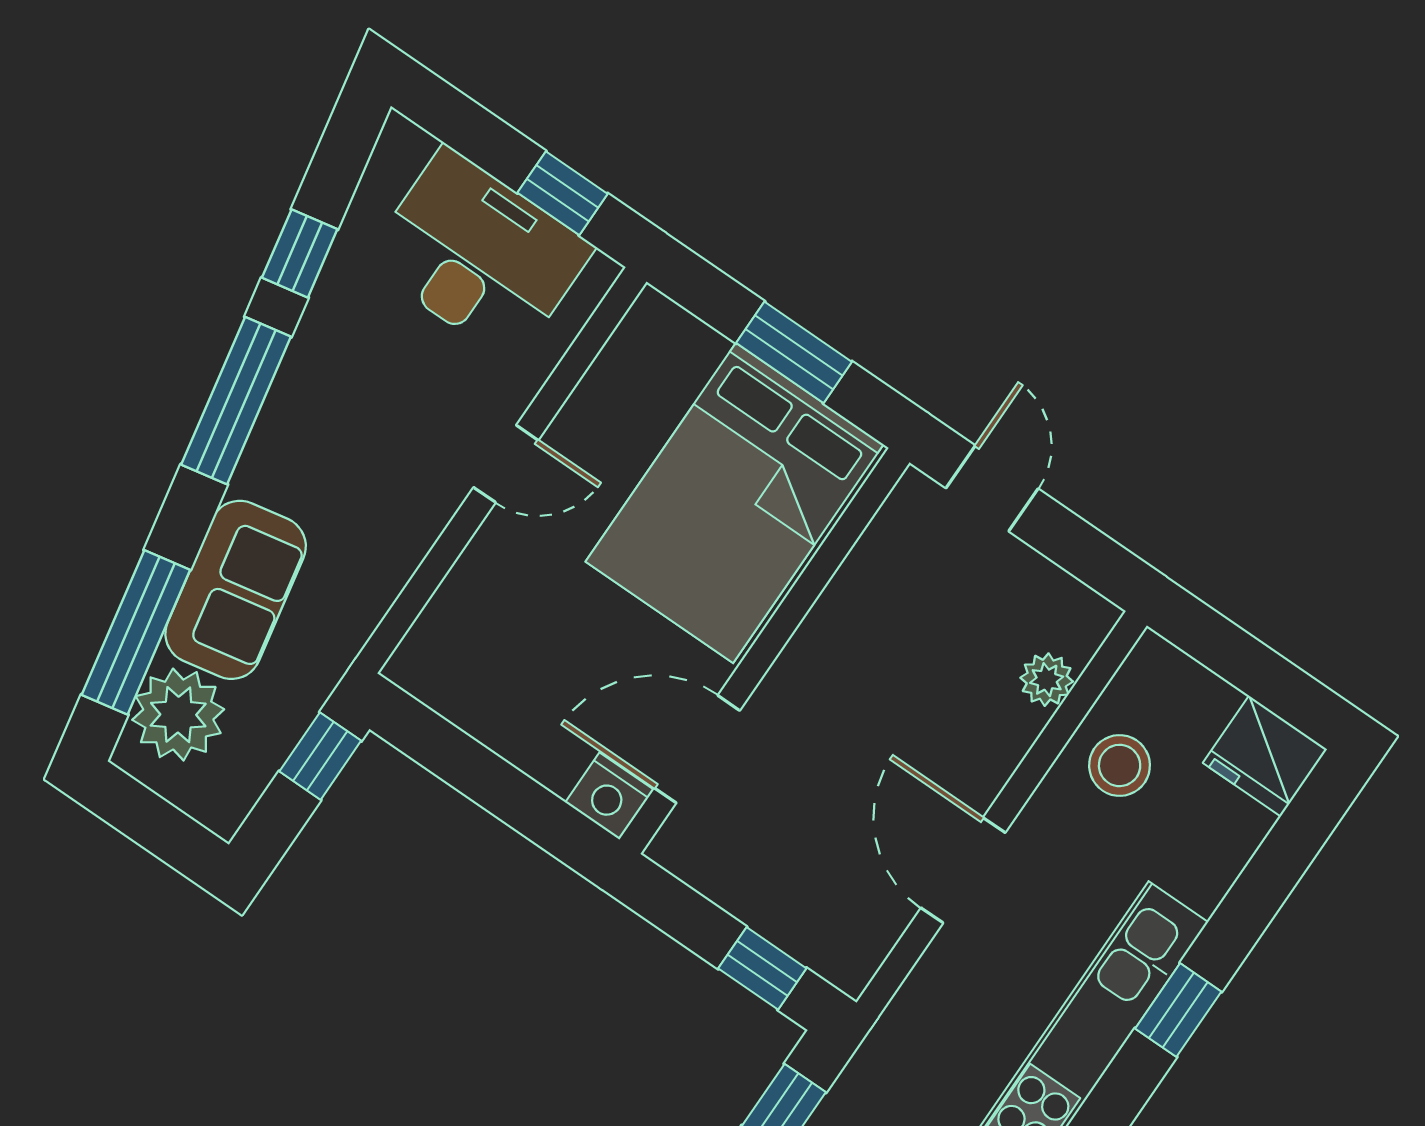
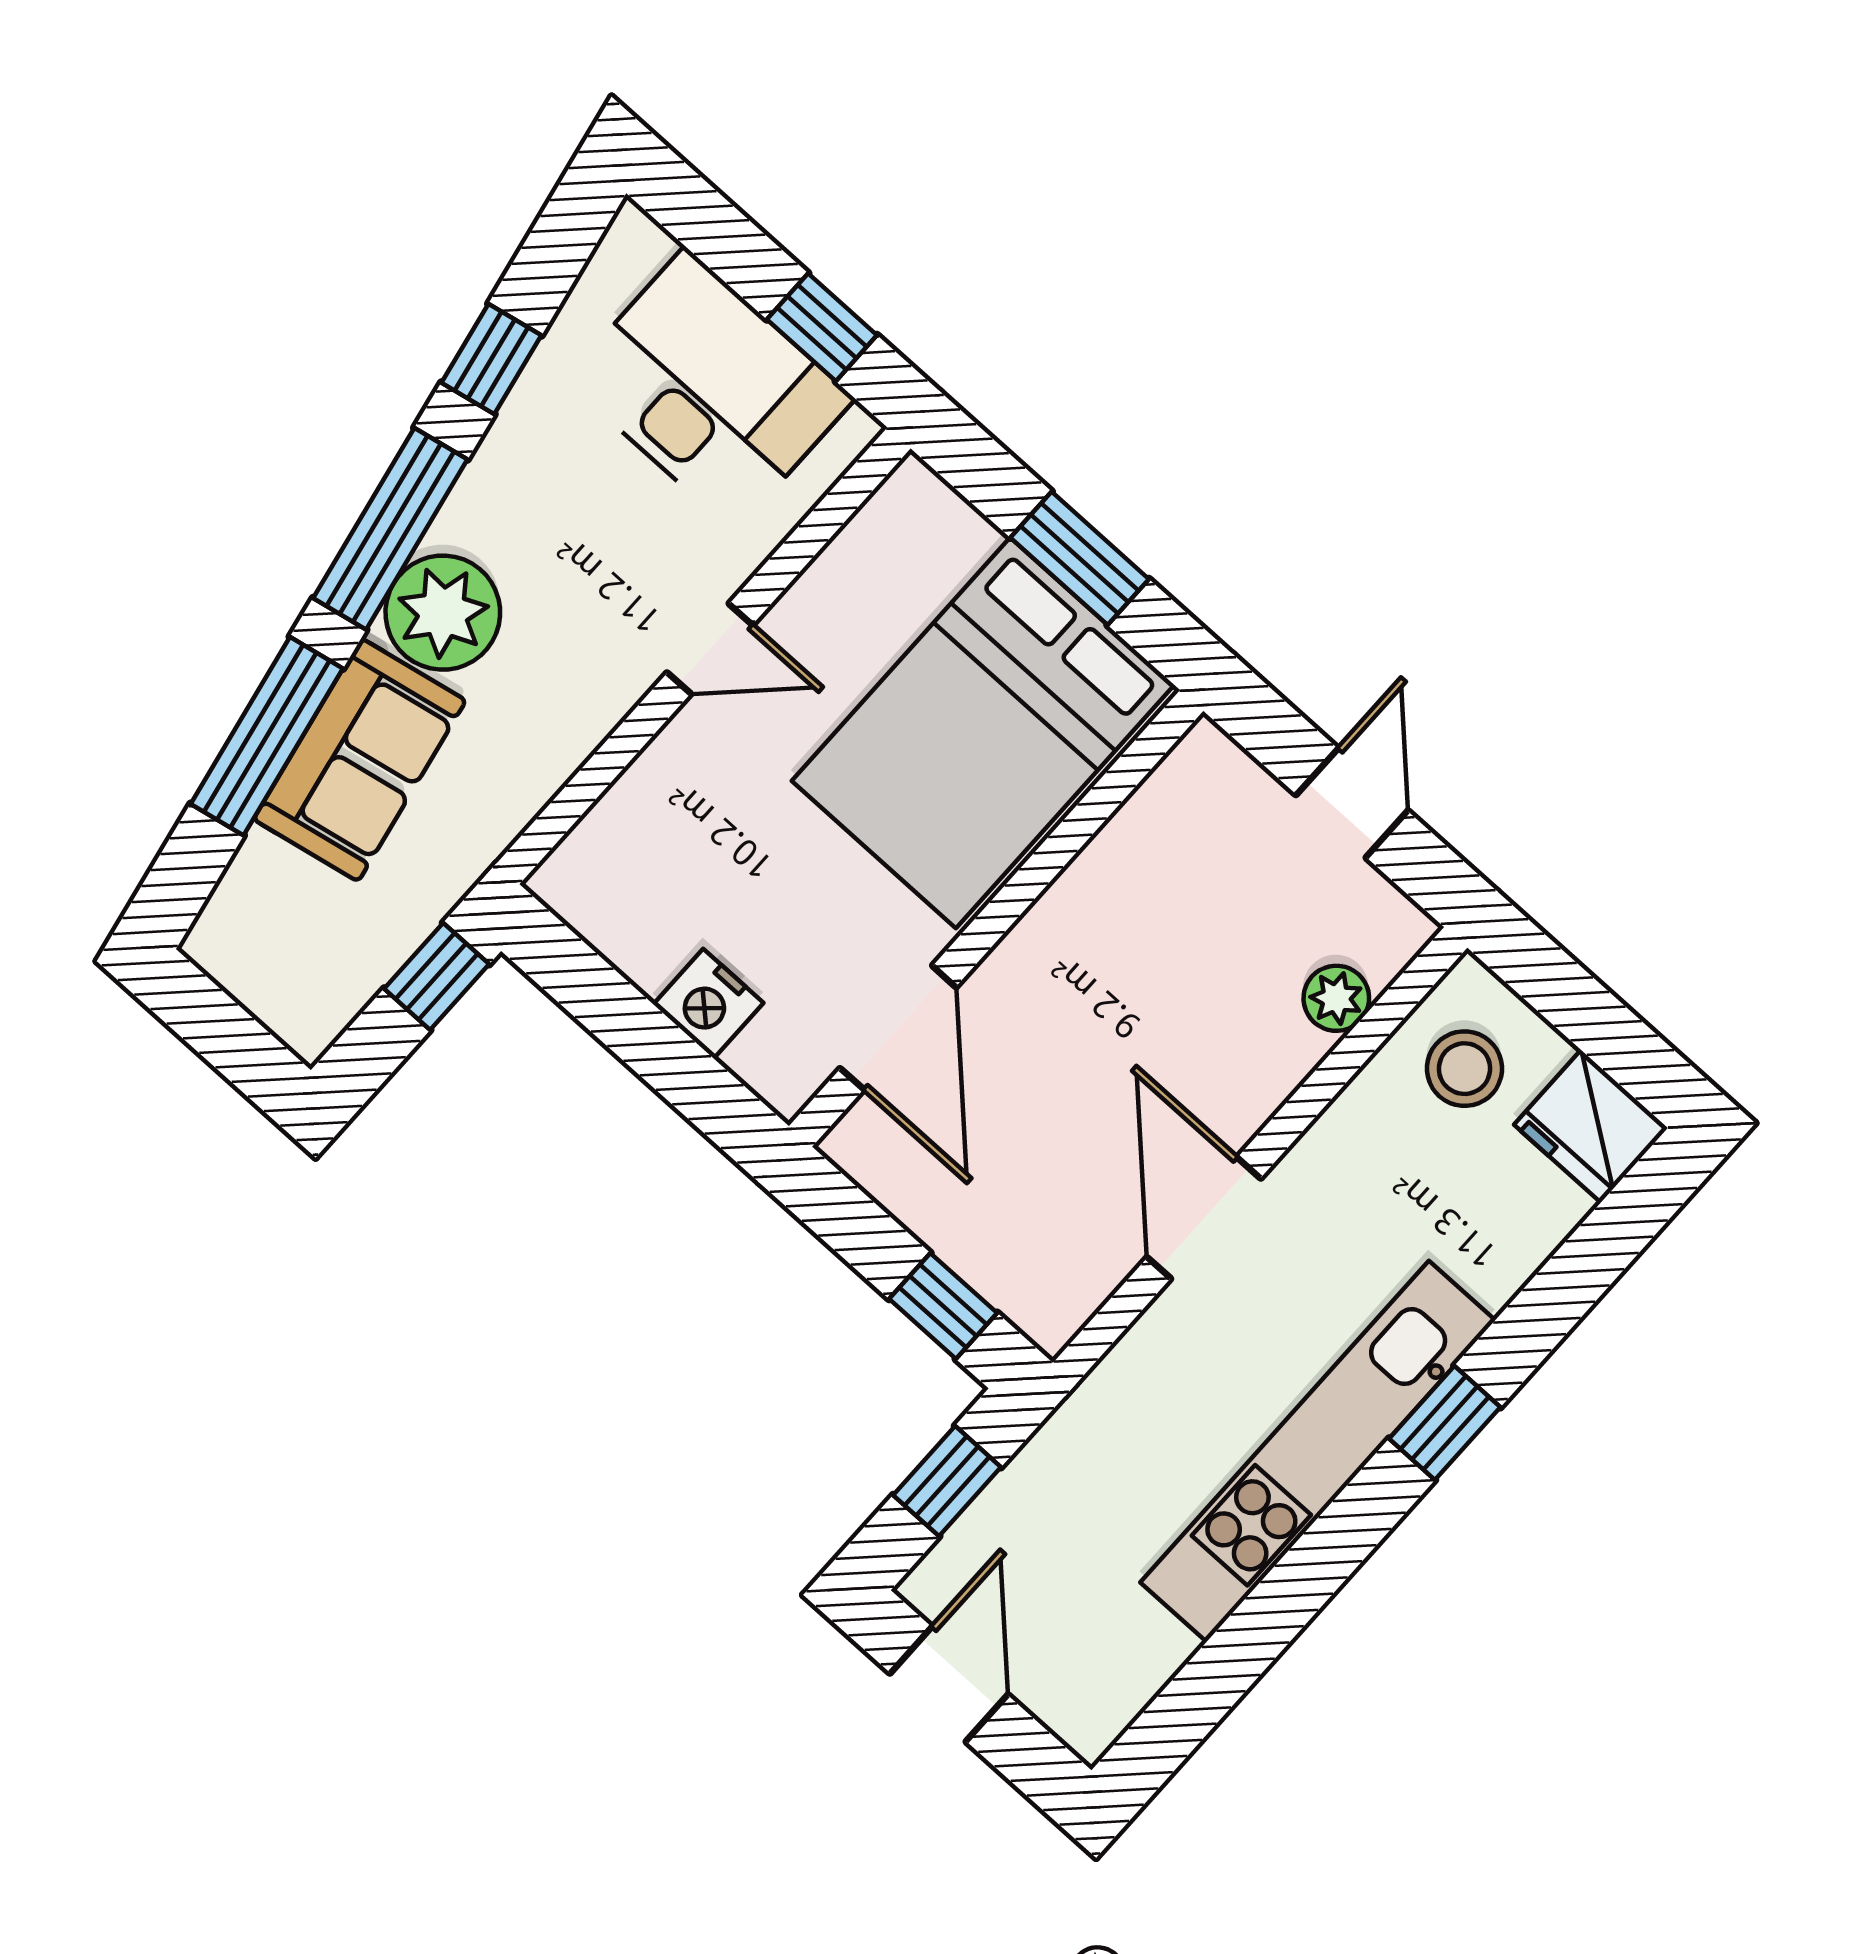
door: (992, 488) -> (1352, 803), moved
window: (136, 632) -> (267, 736), moved
plant: (178, 715) -> (443, 613), moved
door: (697, 749) -> (898, 1028), swing flipped
stool: (1120, 765) -> (1464, 1069), moved
nightstand: (609, 796) -> (708, 1004), moved

